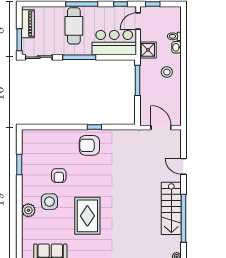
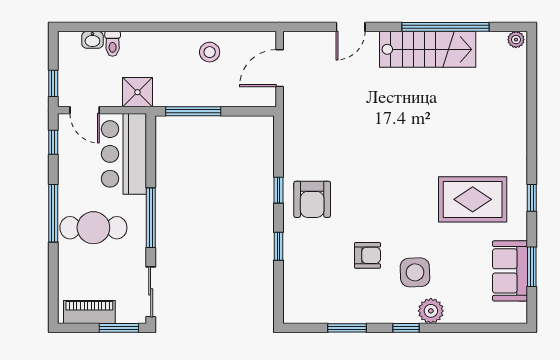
washbasin: (177, 47) -> (92, 40), moved
stool: (167, 72) -> (210, 52), moved
window: (64, 127) -> (278, 246), added
window: (19, 197) -> (406, 328), added
rug: (87, 216) -> (473, 199), moved

